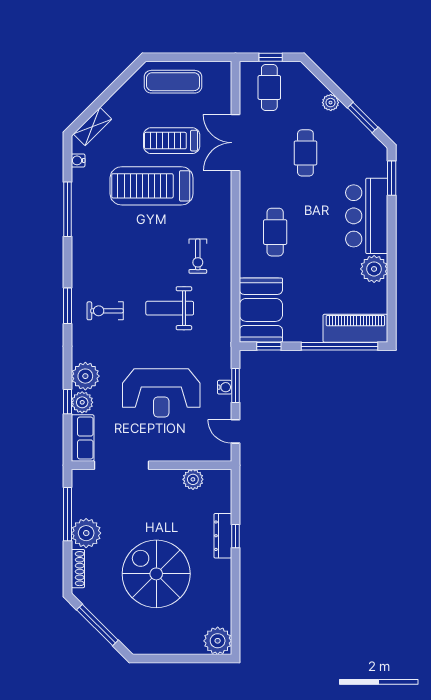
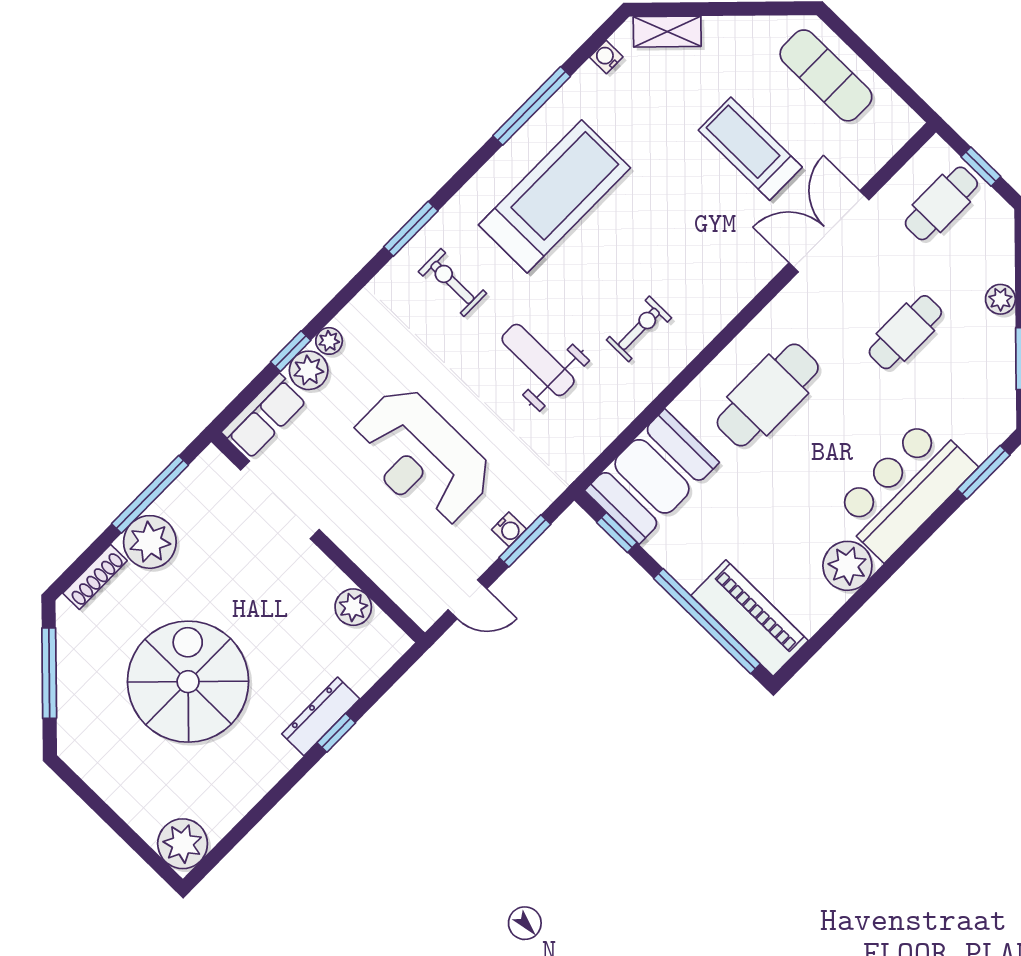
treadmill: (152, 186) -> (554, 196), moved, turned 90
cafe table: (275, 232) -> (768, 395), width x1.37, depth x1.35
exercise bike: (198, 256) -> (639, 329), turned 180
plant: (85, 376) -> (329, 341), width x0.53, depth x0.53
door: (235, 431) -> (467, 599), swing flipped

